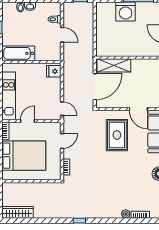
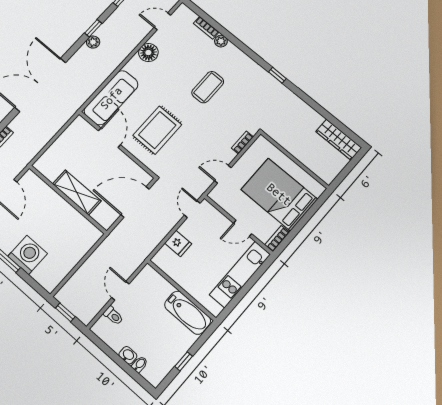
shelving: (114, 65) -> (77, 192), moved
fridge: (54, 71) -> (178, 243), moved
coffee table: (111, 182) -> (208, 87), added

